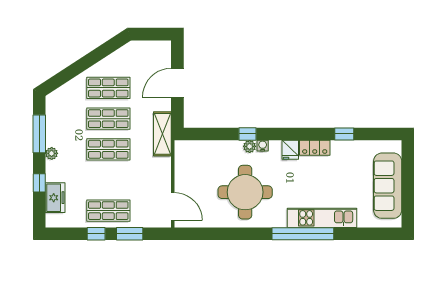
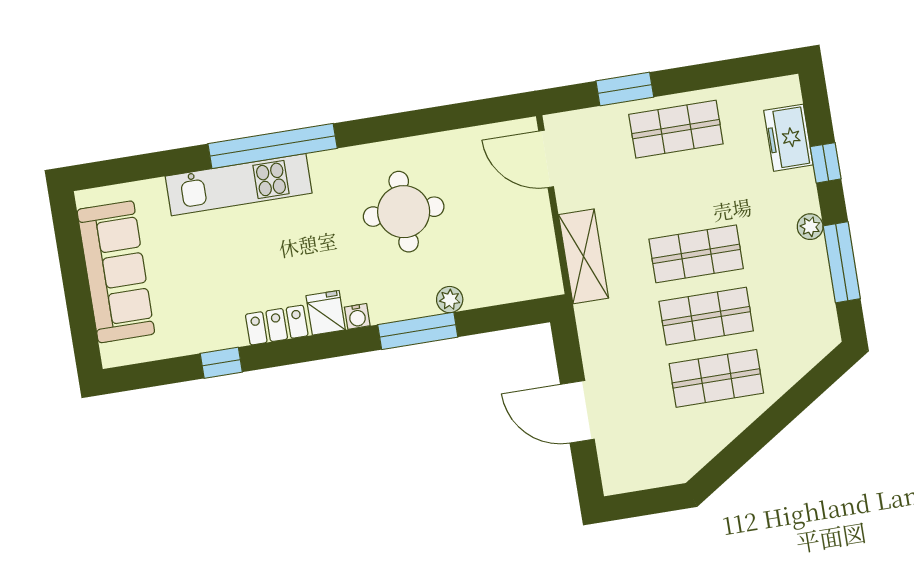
door: (177, 83) -> (577, 412), swing flipped
shelving: (162, 134) -> (583, 256), moved
window: (248, 134) -> (418, 331), width x2.17
plant: (250, 146) -> (450, 300), moved
water cooler: (263, 146) -> (357, 316), moved
round table: (245, 192) -> (404, 212), width x0.73, depth x0.73
window: (96, 234) -> (693, 78), removed

